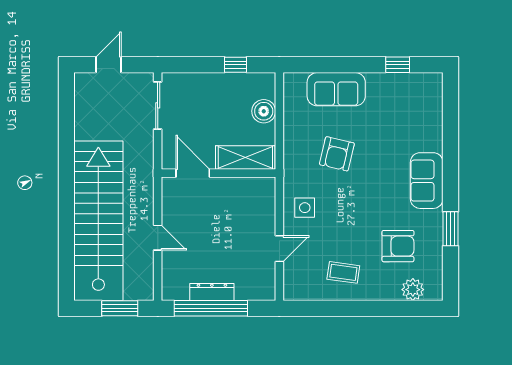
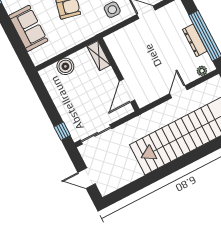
window: (235, 65) -> (62, 131), moved
shelving: (245, 158) -> (99, 56), width x0.67, depth x0.75
plant: (169, 281) -> (202, 71), added

